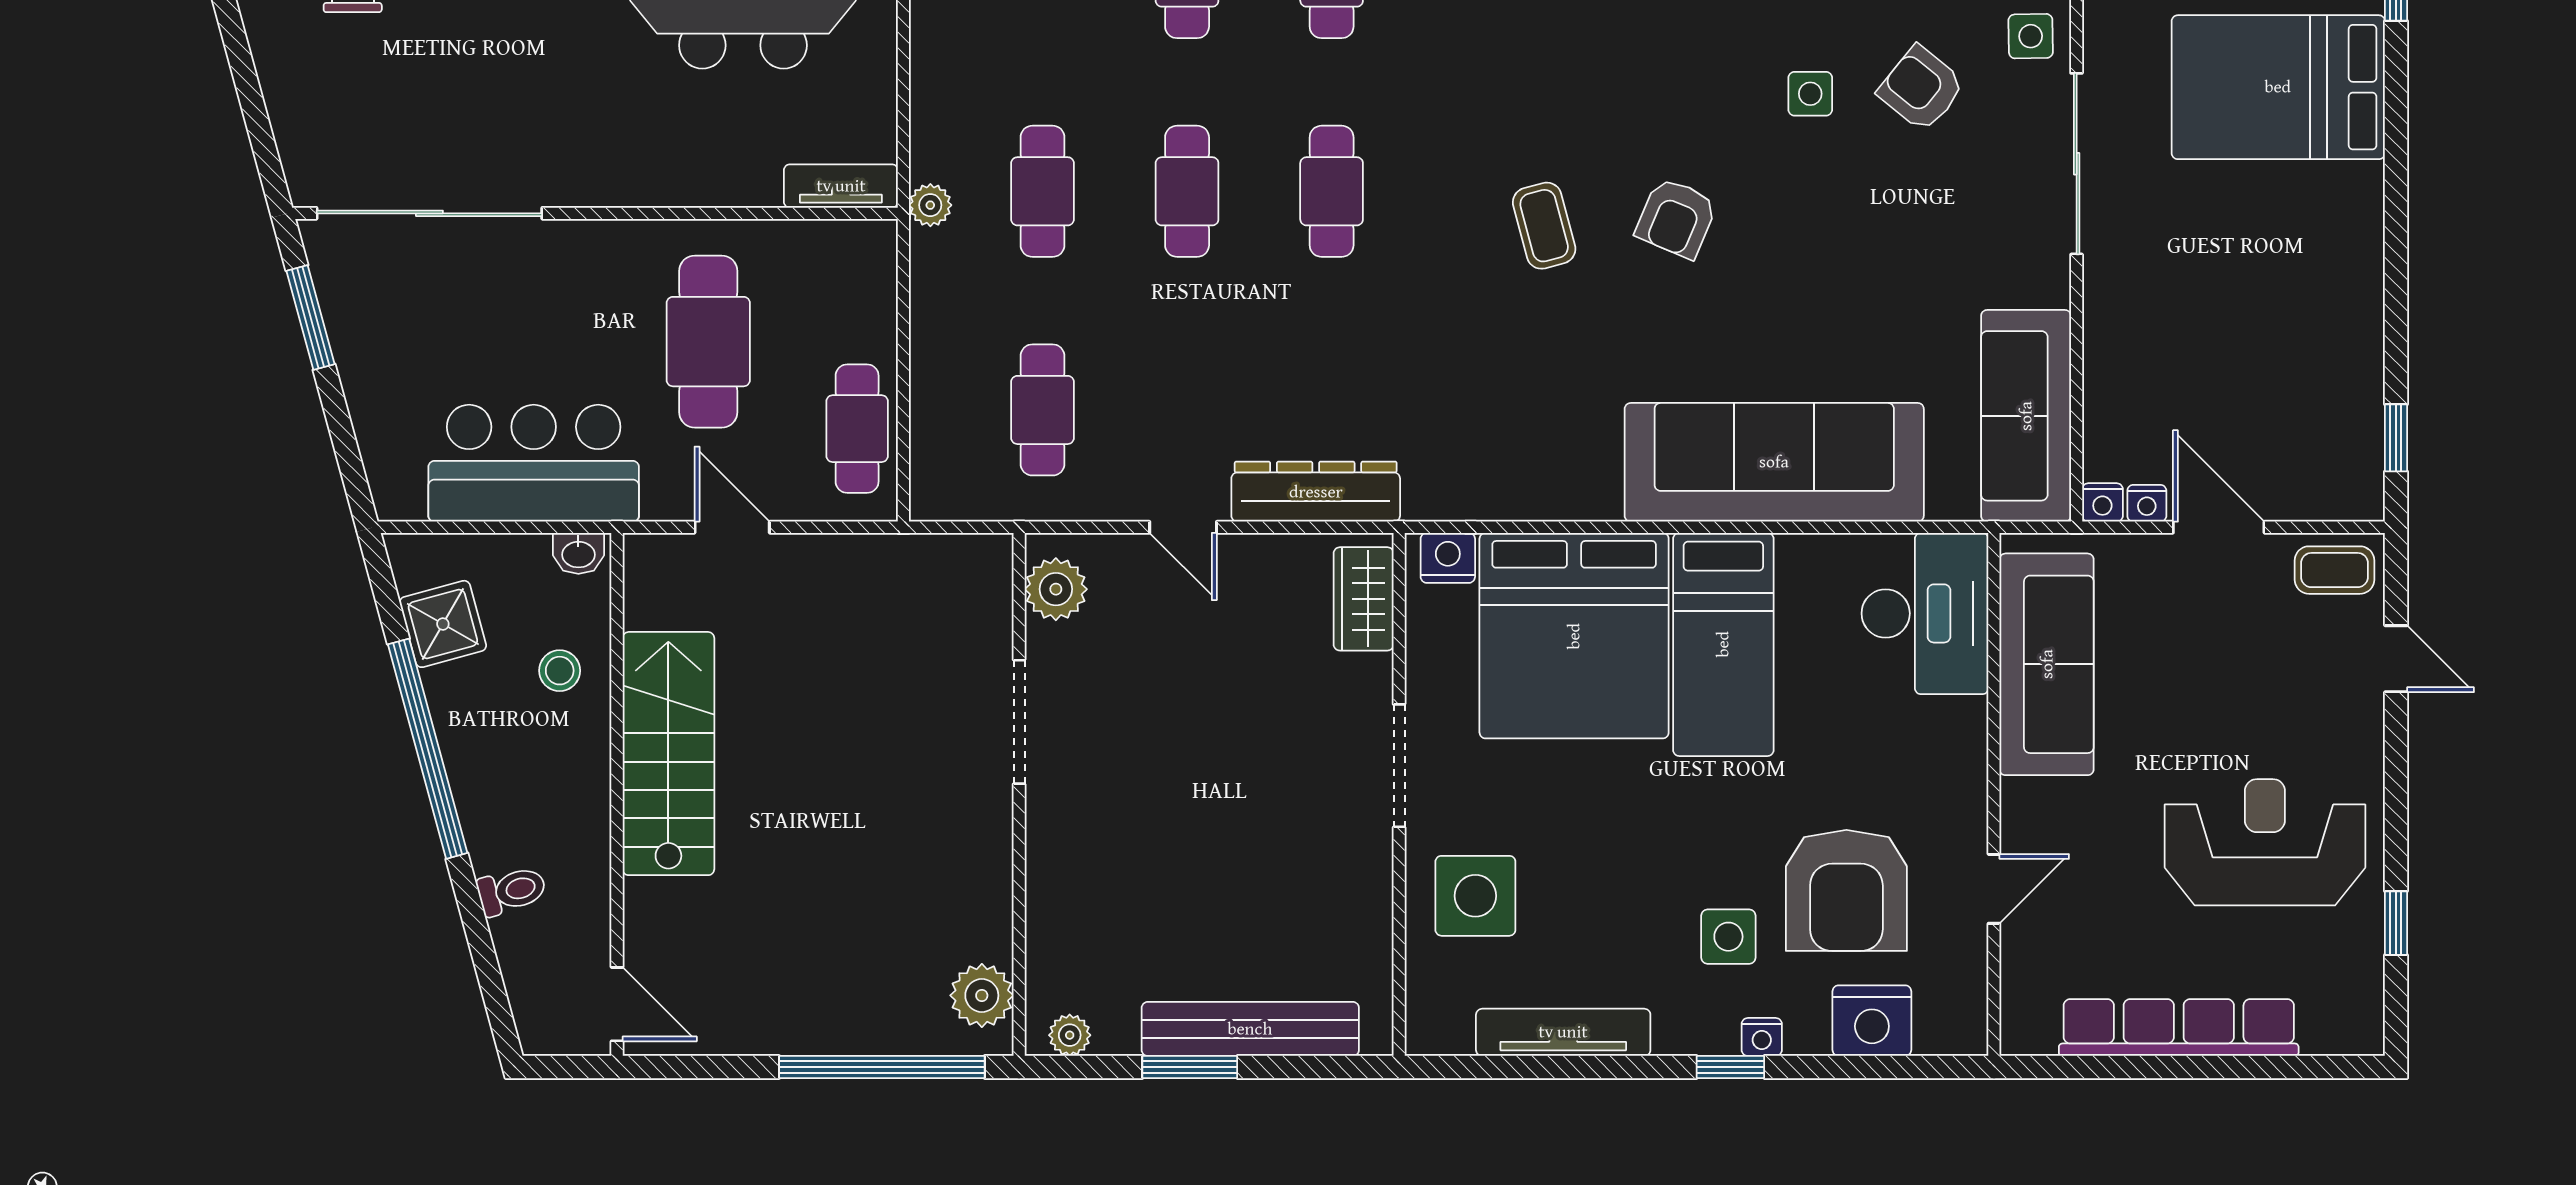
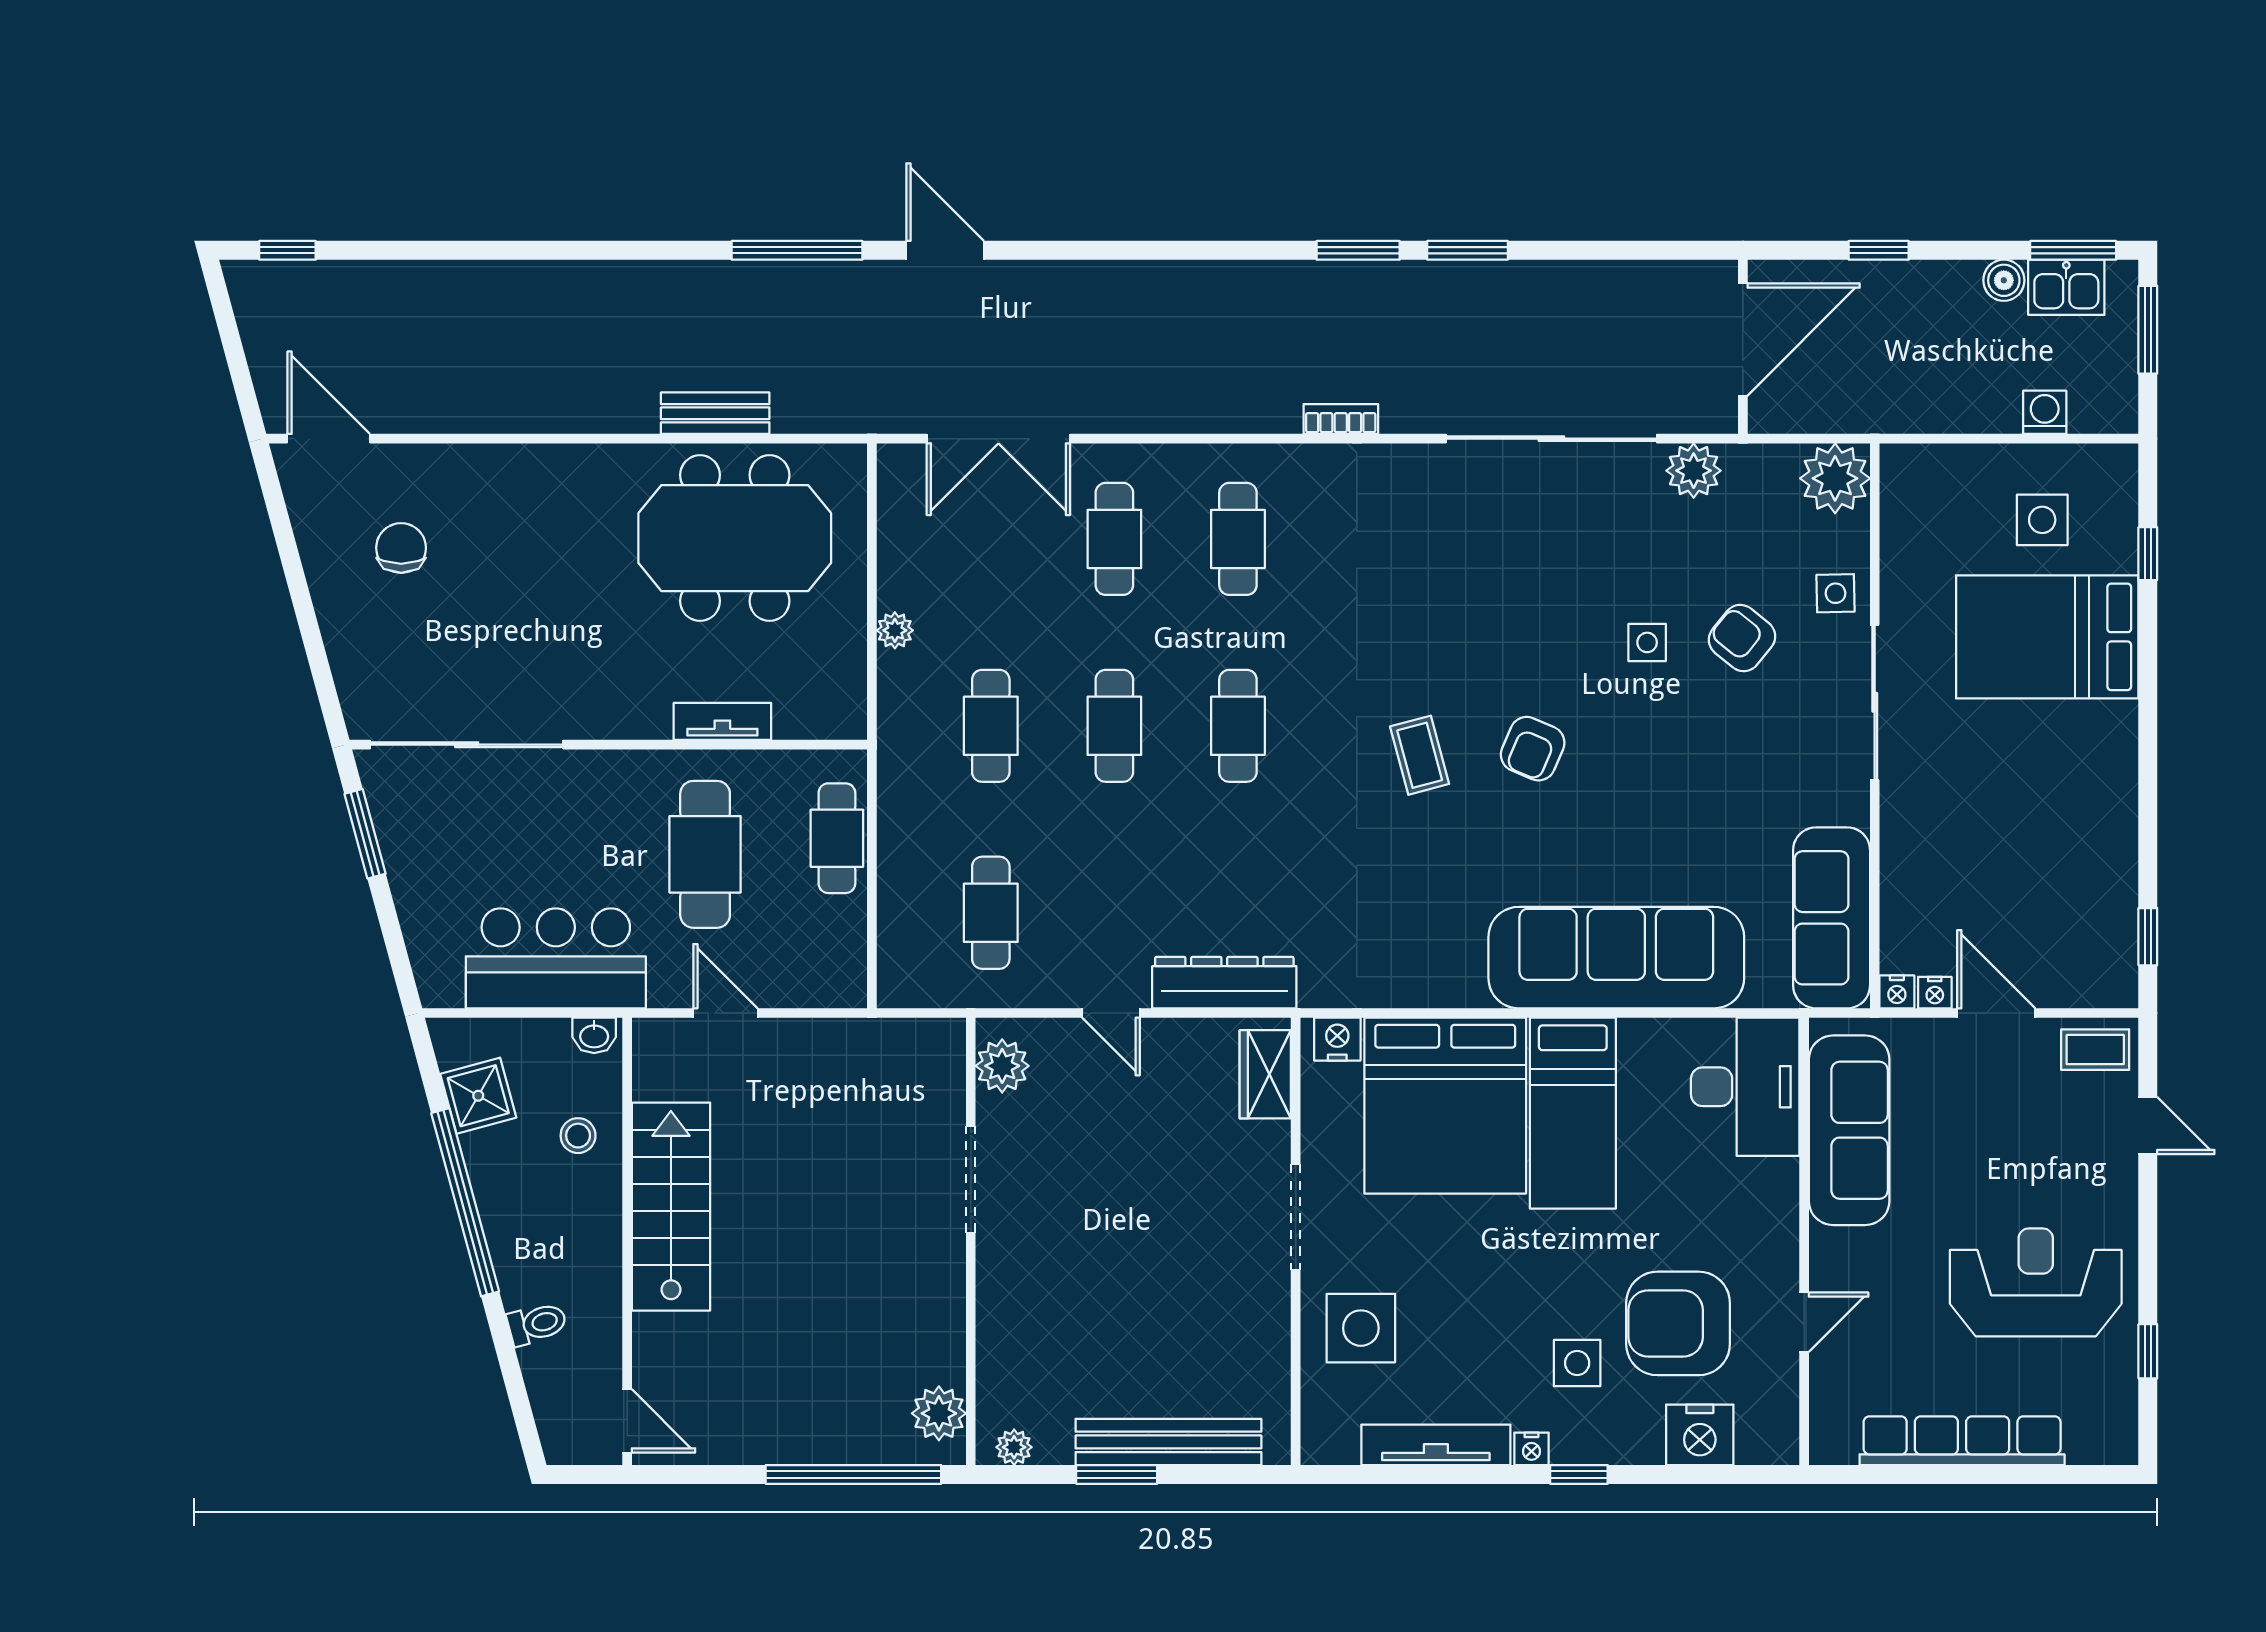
tv unit: (841, 186) -> (722, 721), moved
plant: (930, 205) -> (895, 630), moved
cafe table: (857, 429) -> (837, 838), moved
armchair: (1846, 890) -> (1678, 1323), turned 90
nightstand: (1762, 1037) -> (1531, 1449), moved

